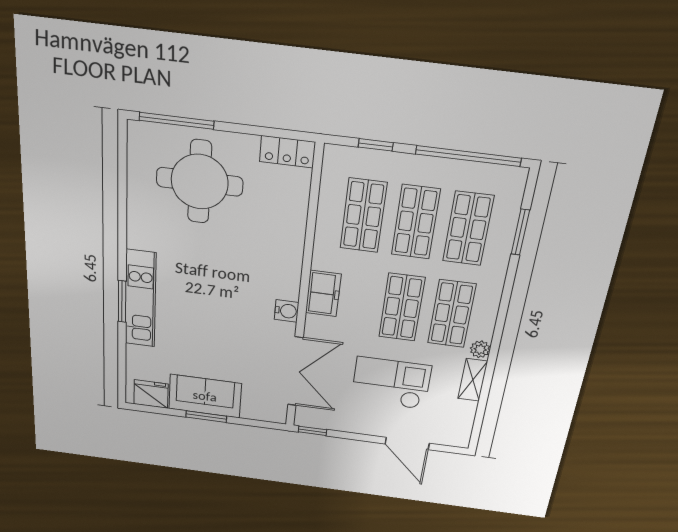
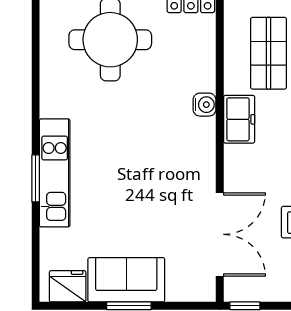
freezer: (323, 293) -> (239, 119), moved
water cooler: (287, 311) -> (205, 105), moved

